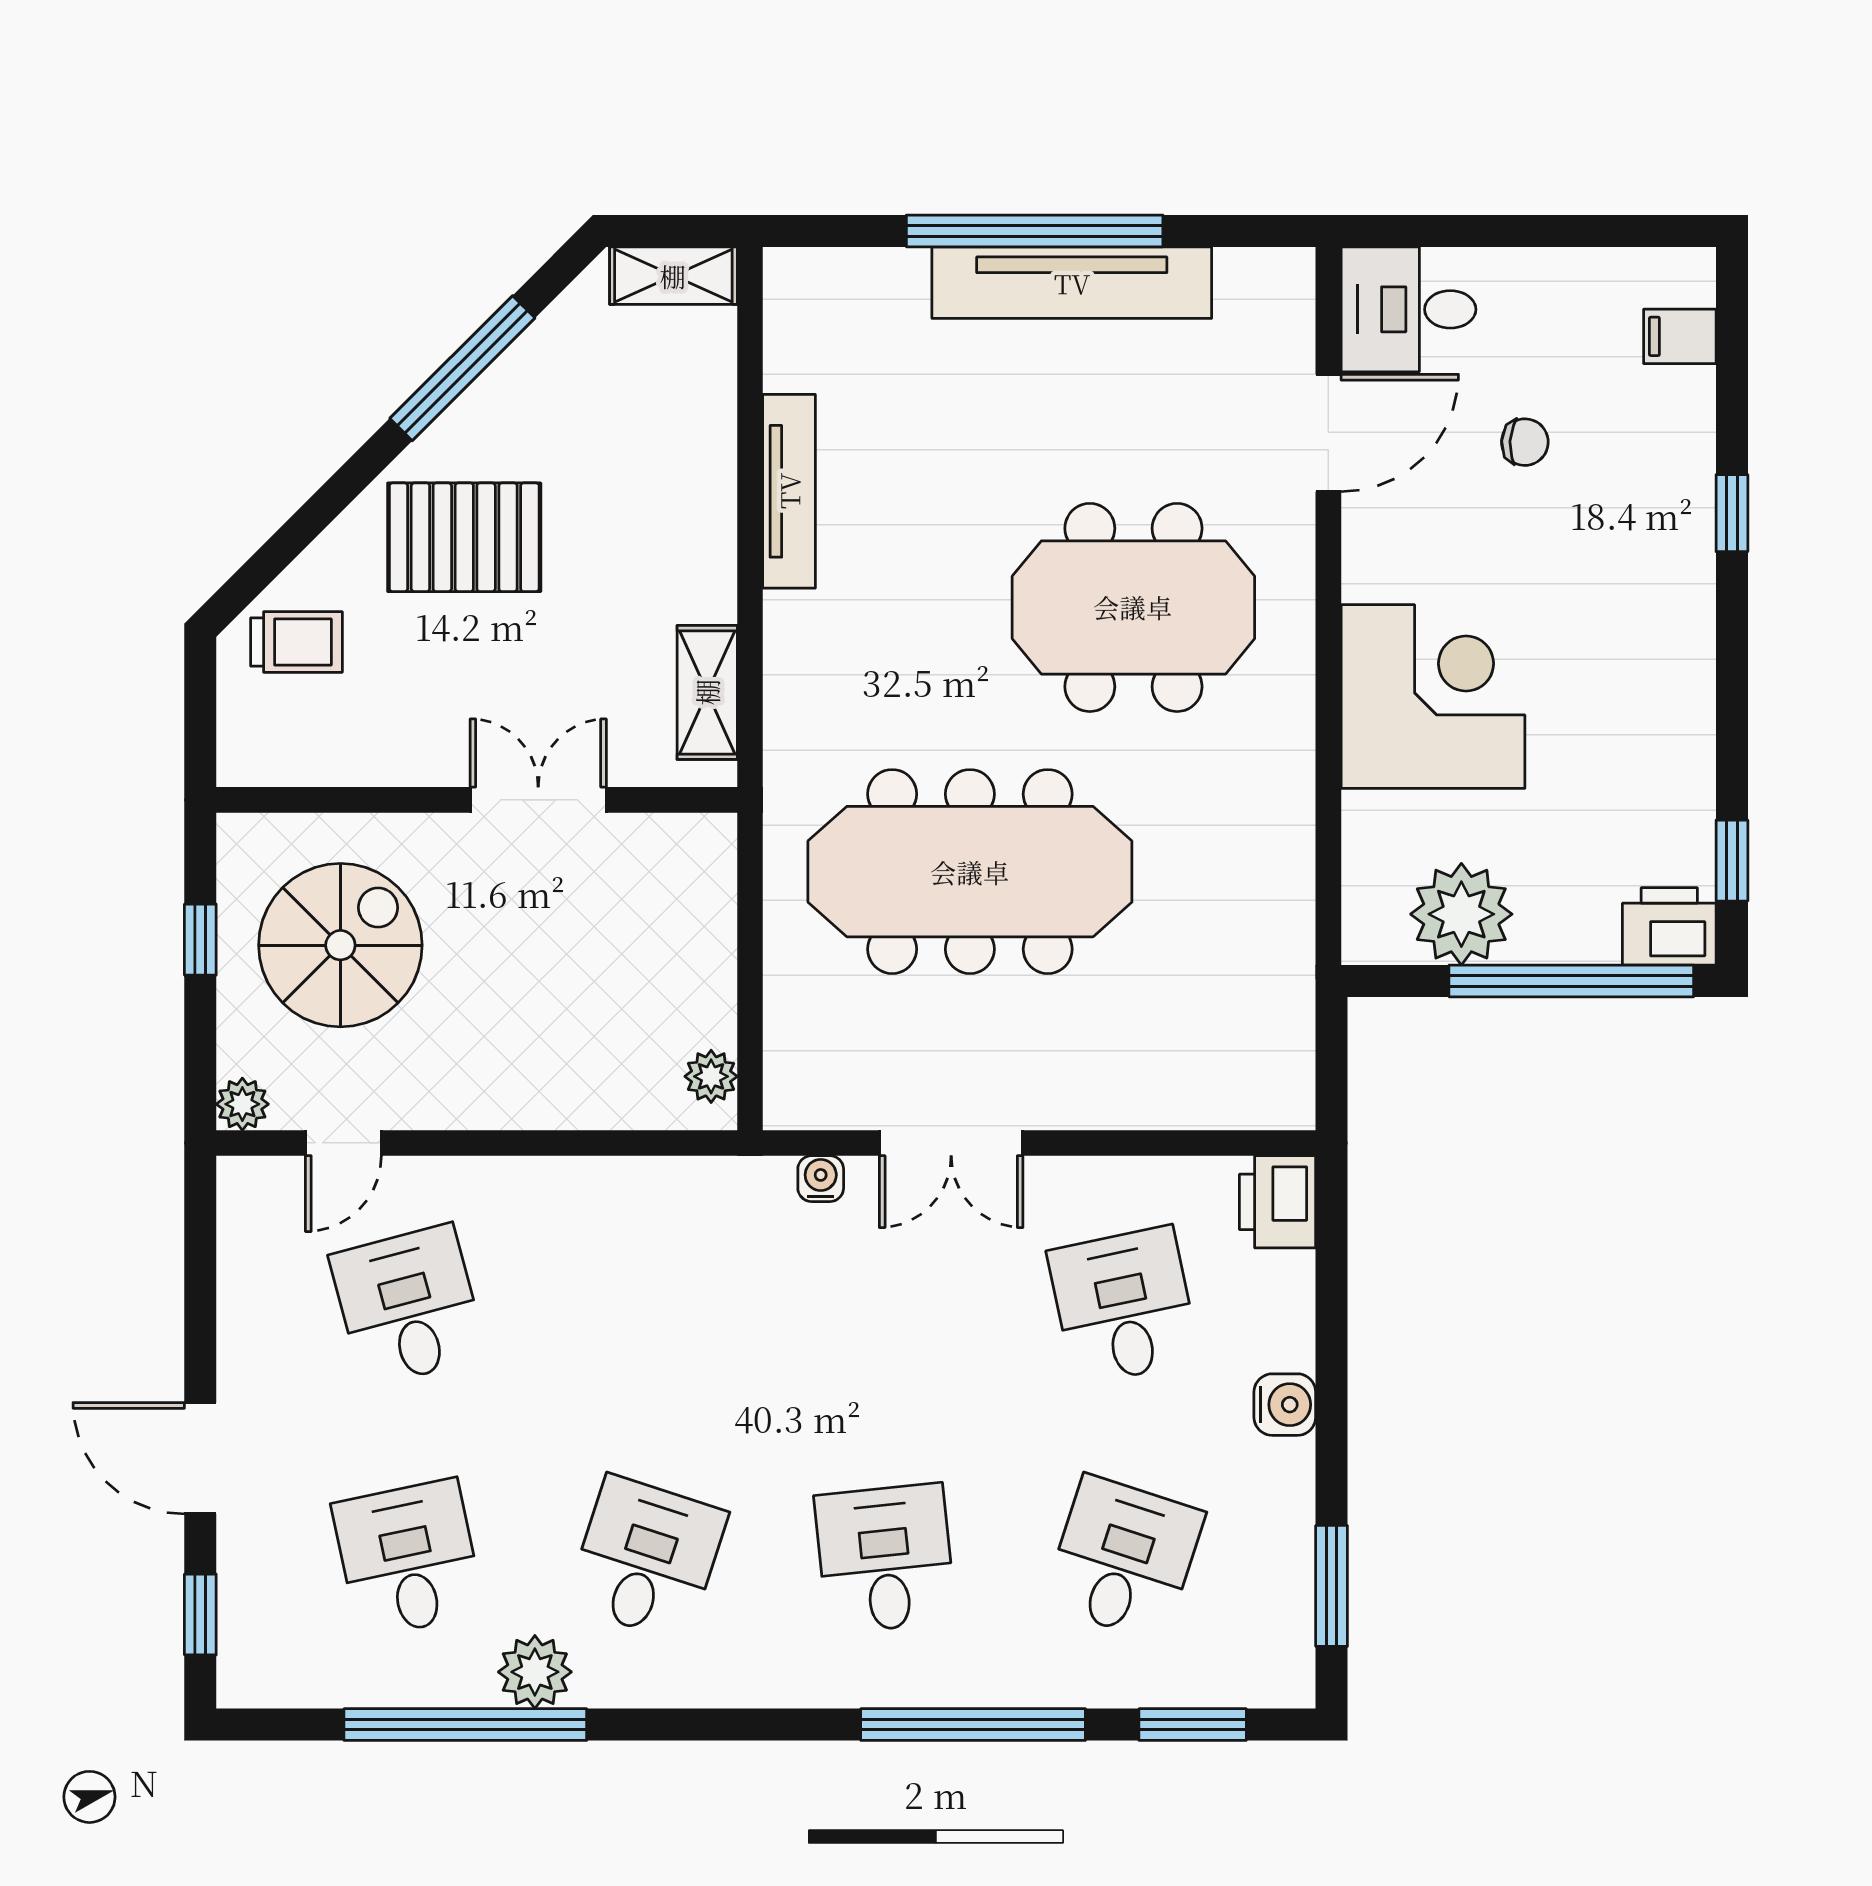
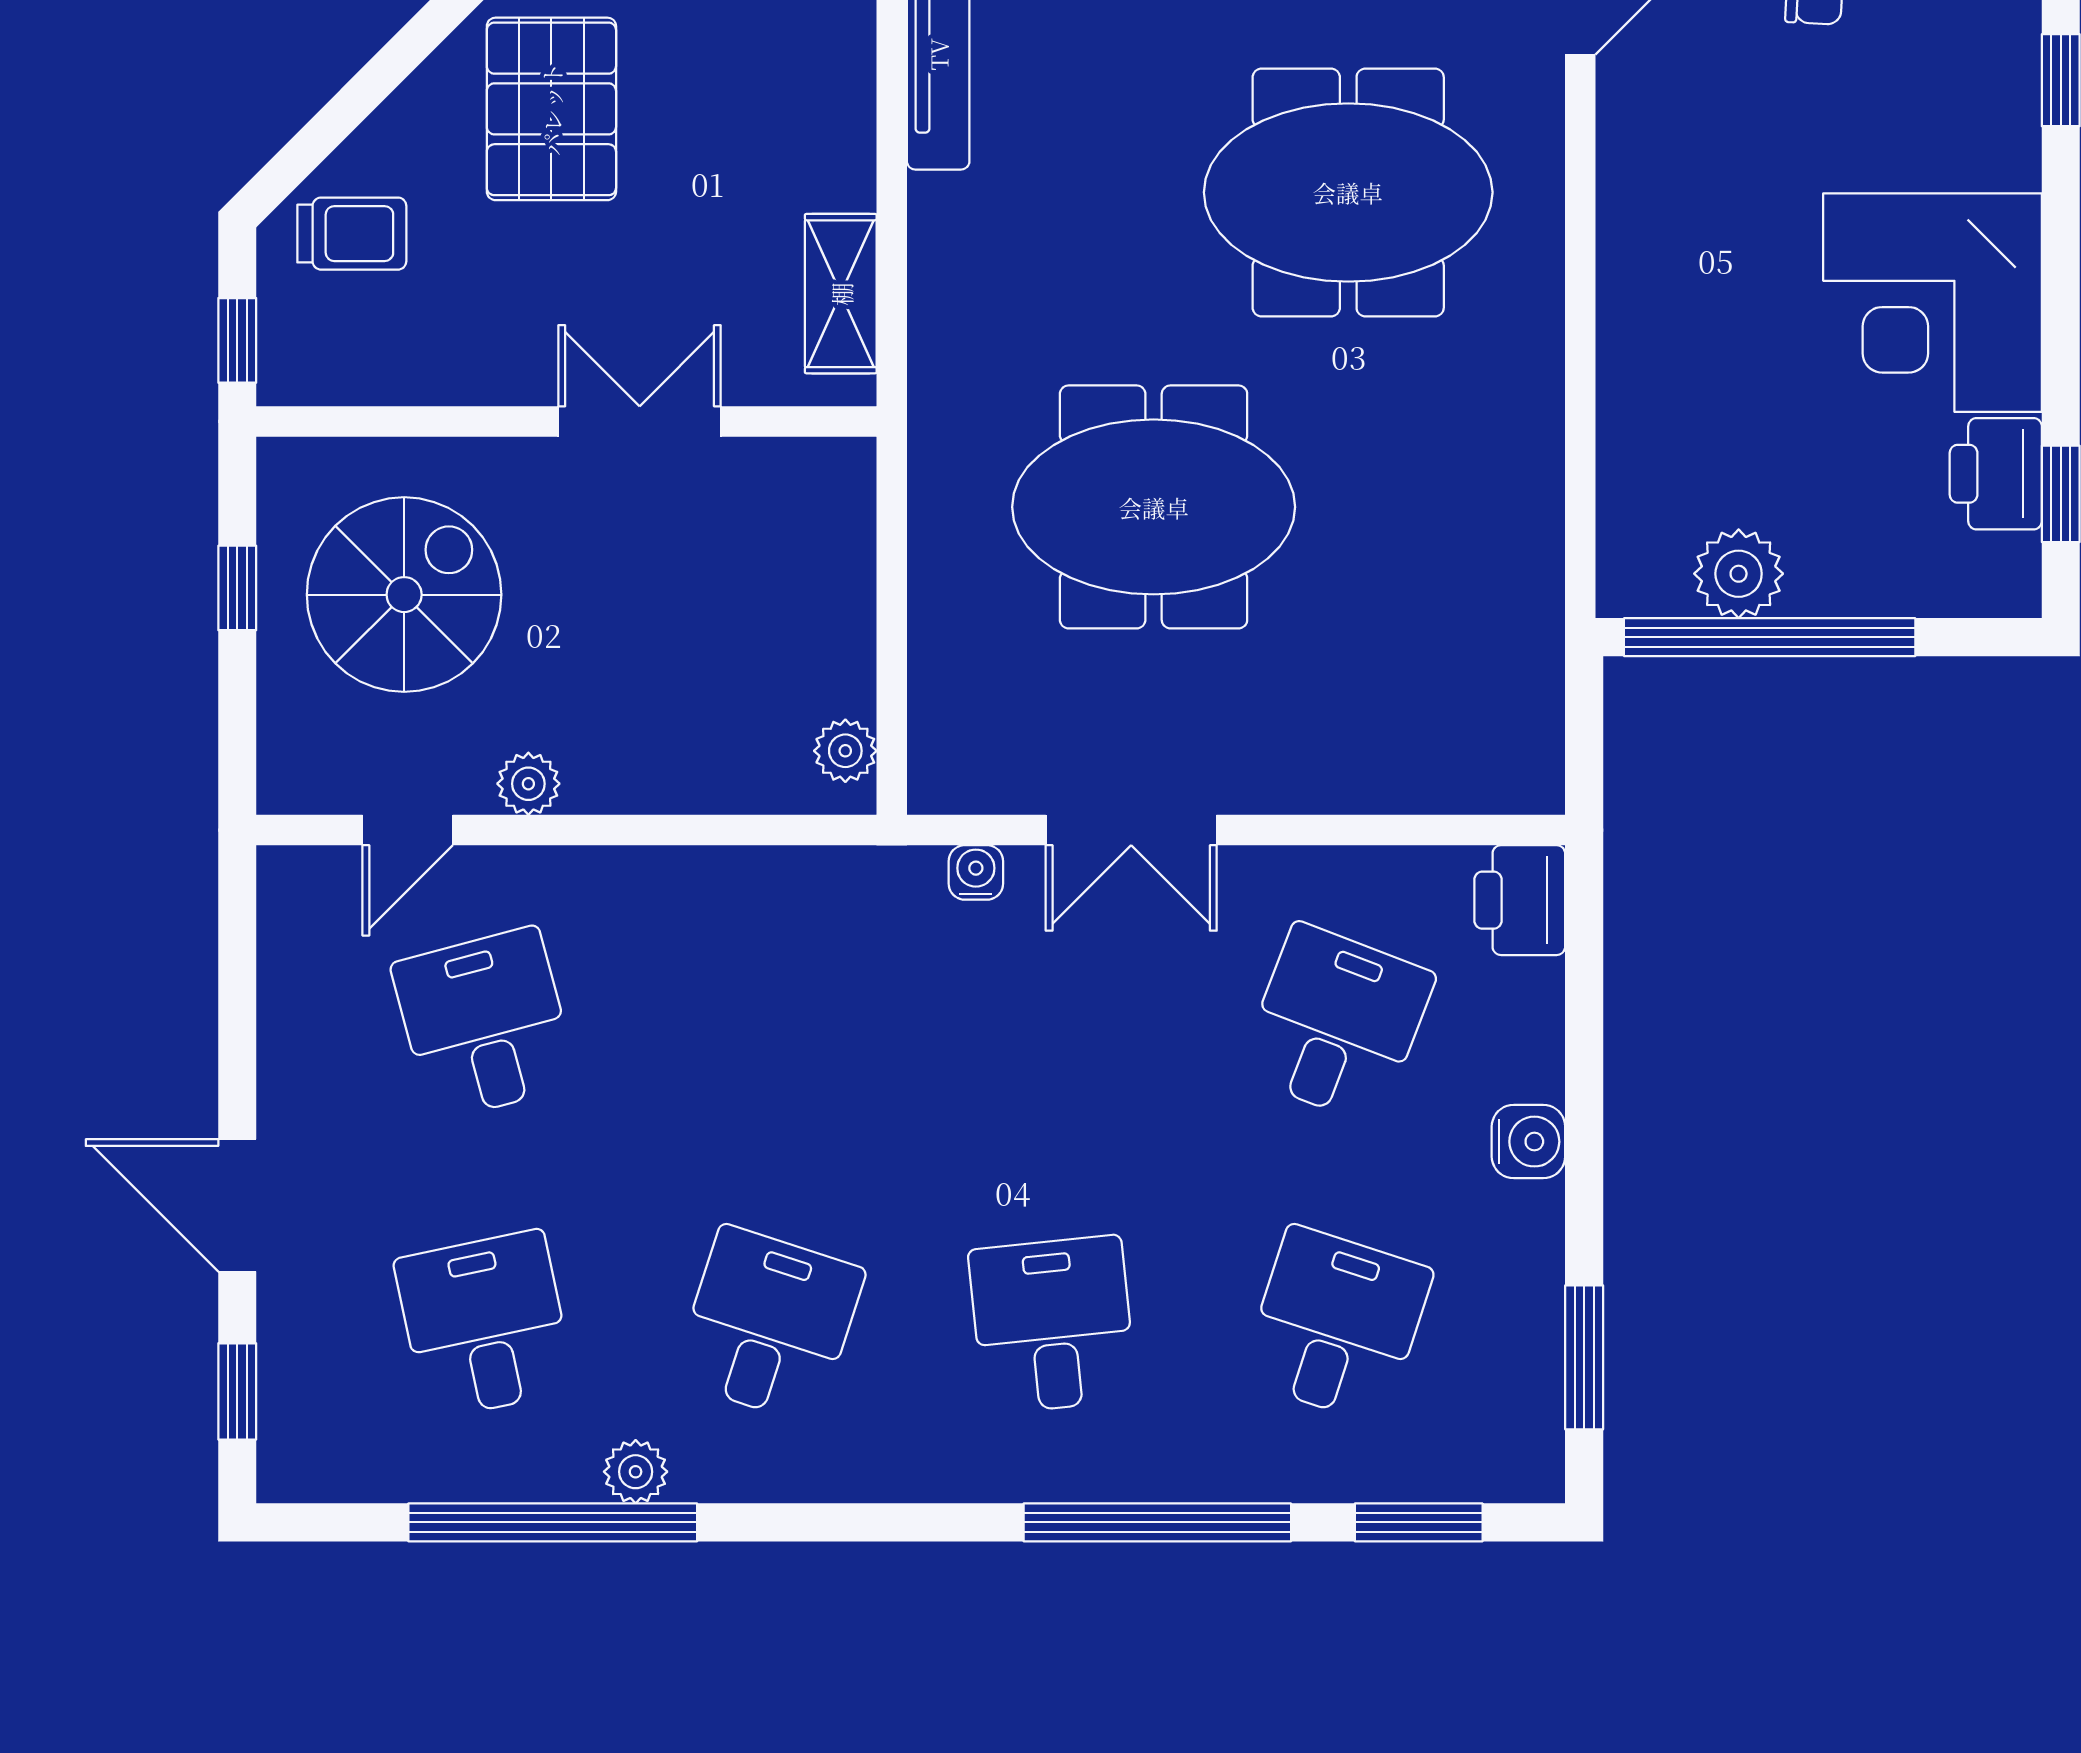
pallet: (464, 537) -> (551, 109), turned 90
corner desk: (1433, 697) -> (1933, 303), moved, turned 180
window: (200, 732) -> (237, 340), added
meeting table: (970, 872) -> (1154, 507), width x0.73
plant: (1461, 914) -> (1739, 574), width x0.73, depth x0.73
printer: (1669, 926) -> (1996, 474), moved, turned -90
window: (1571, 981) -> (1770, 637), moved
plant: (242, 1104) -> (528, 784), moved
desk: (1124, 1306) -> (1337, 1024), turned 33
plant: (535, 1672) -> (636, 1472), width x0.73, depth x0.73

